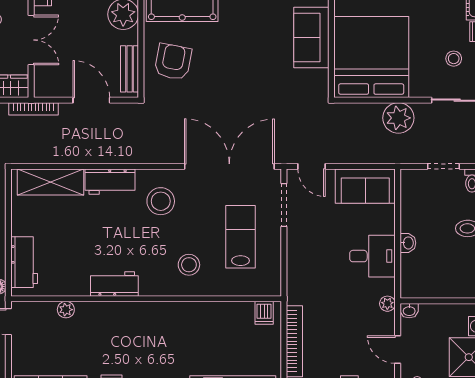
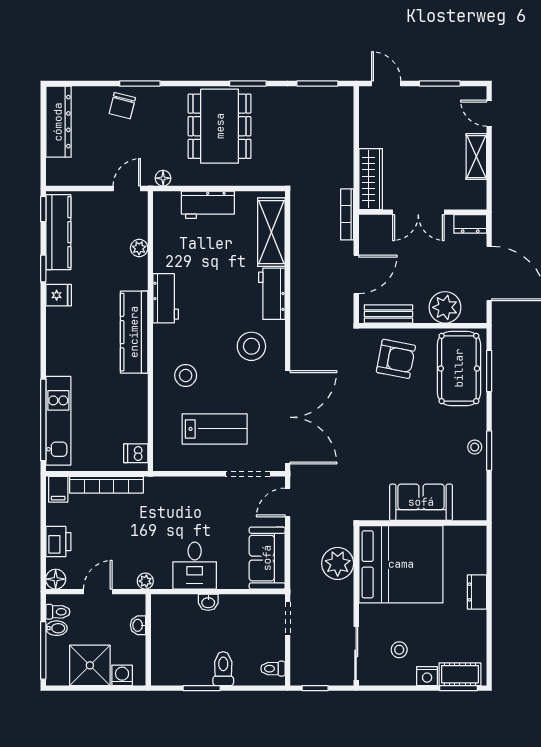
plant: (398, 118) -> (338, 563), moved
doorway: (443, 166) -> (288, 619), moved
workbench: (24, 262) -> (208, 205), moved
washbasin: (409, 311) -> (138, 625), moved
kitchen counter: (147, 314) -> (134, 332), added

